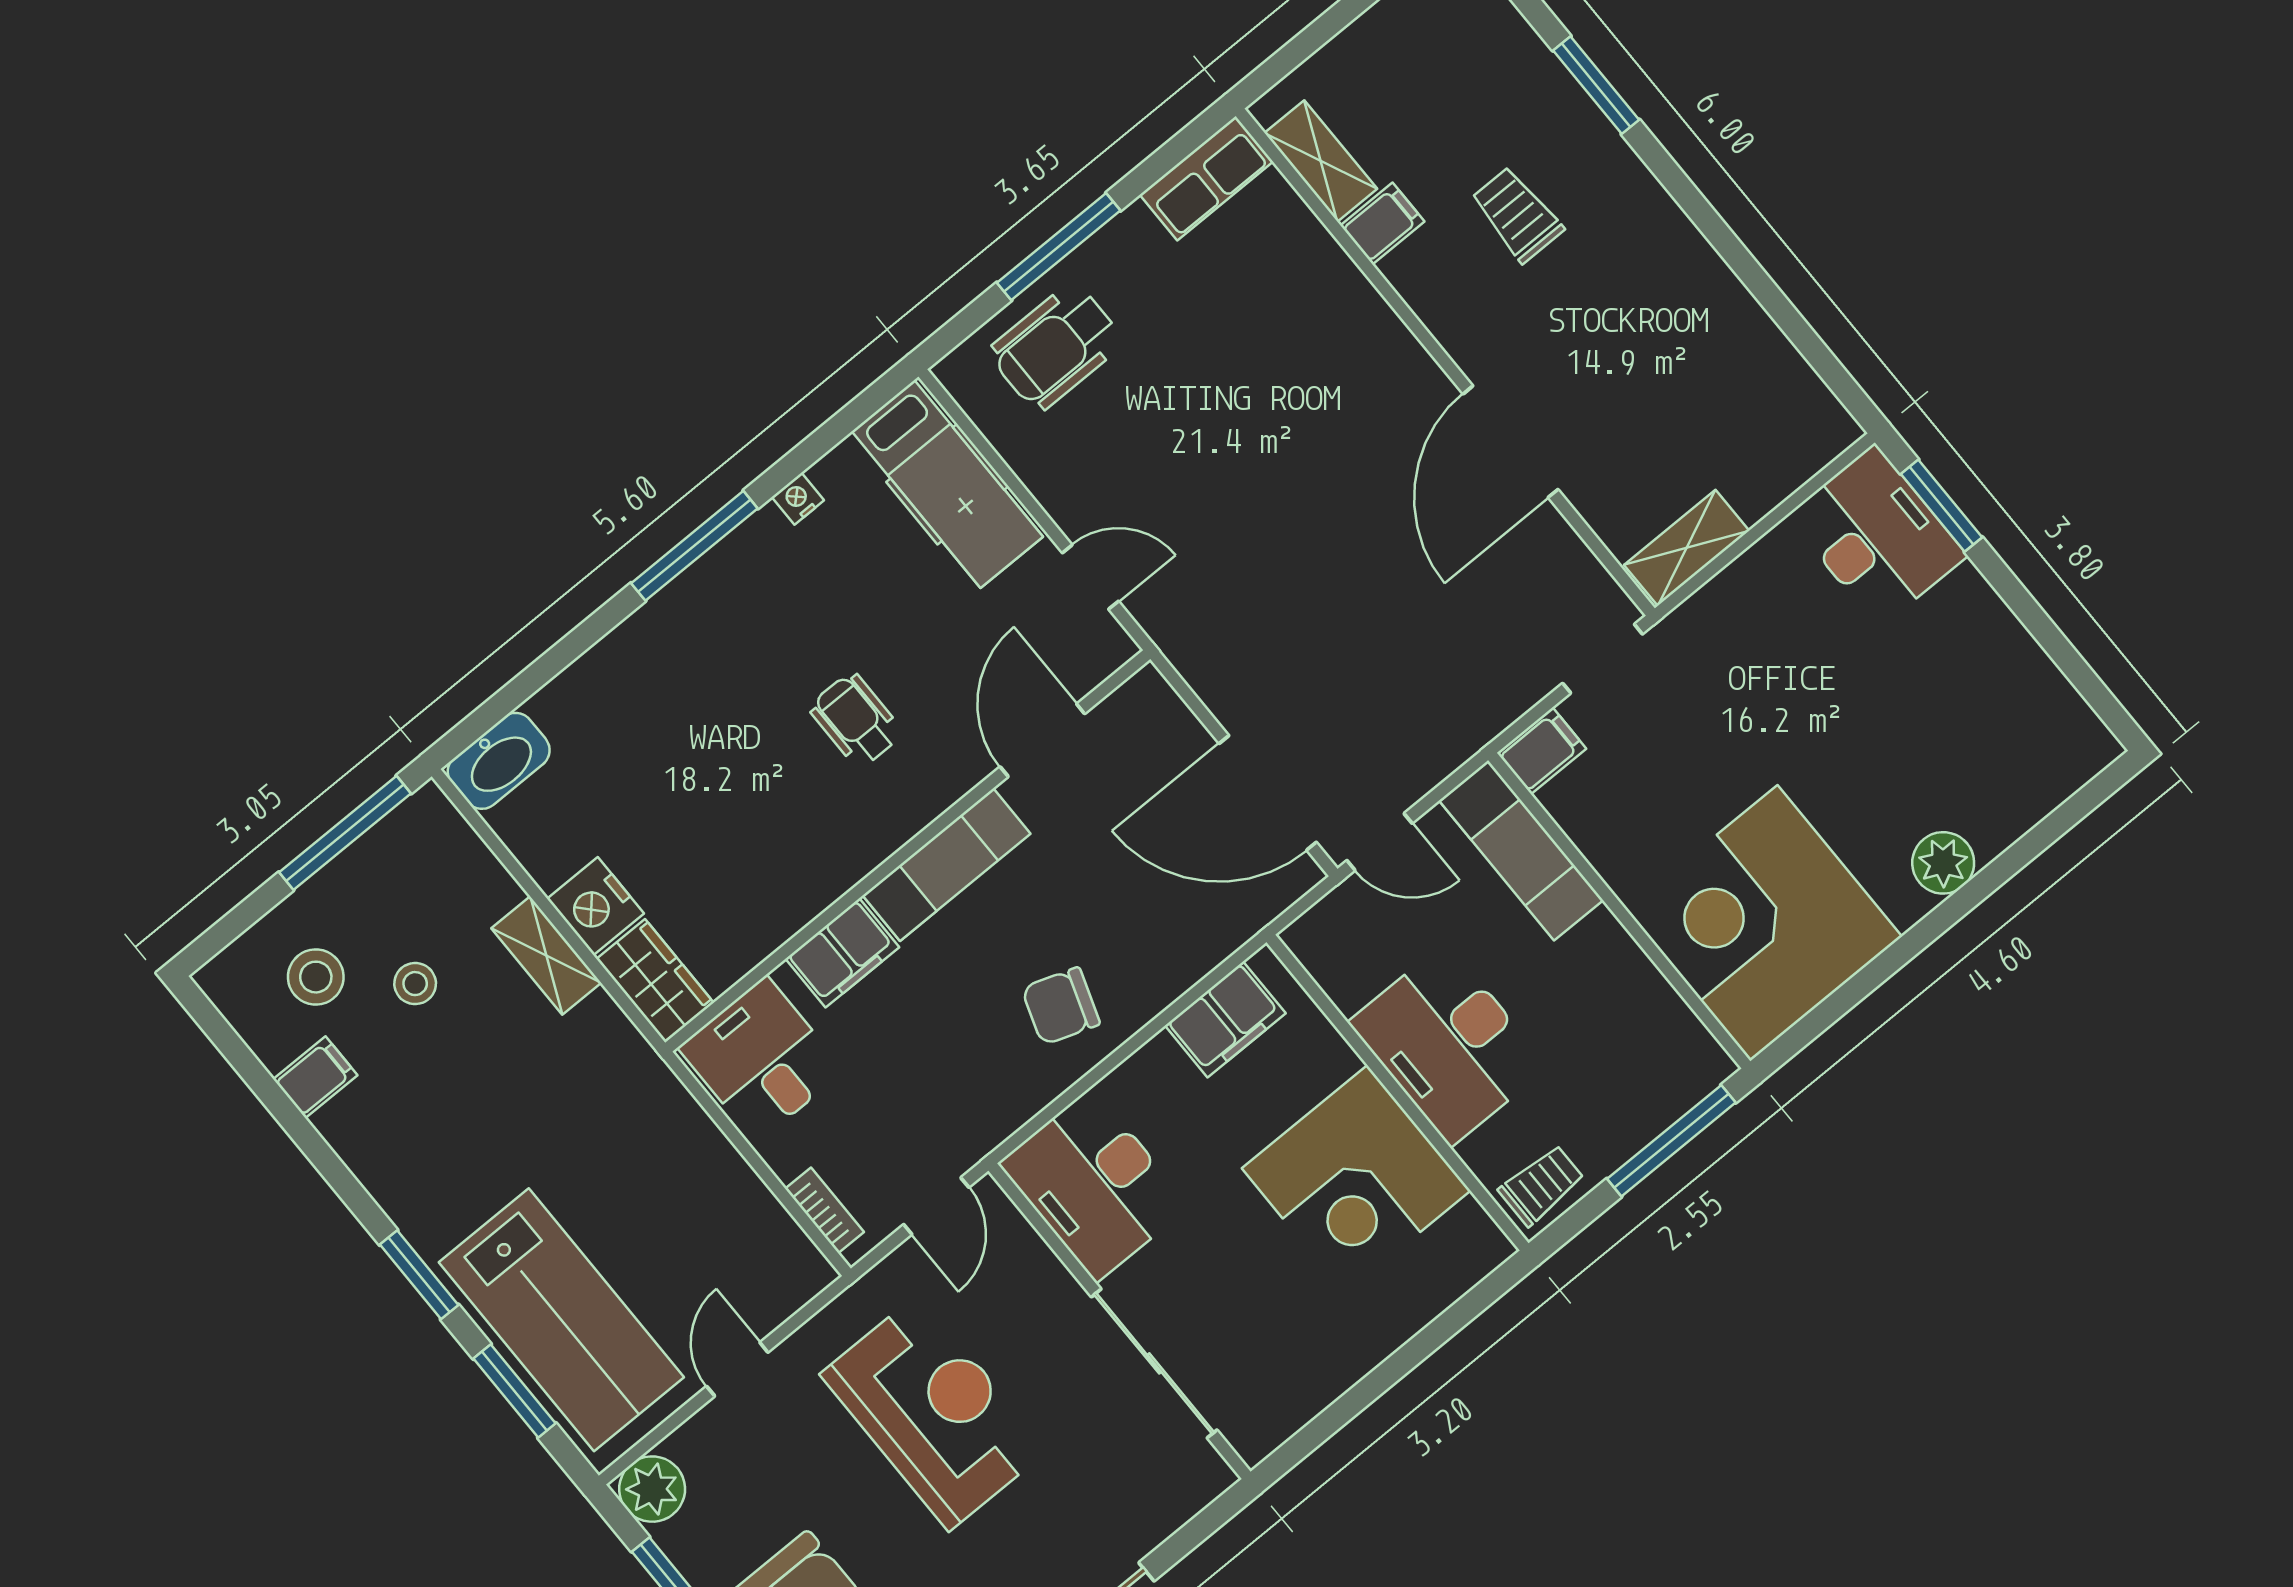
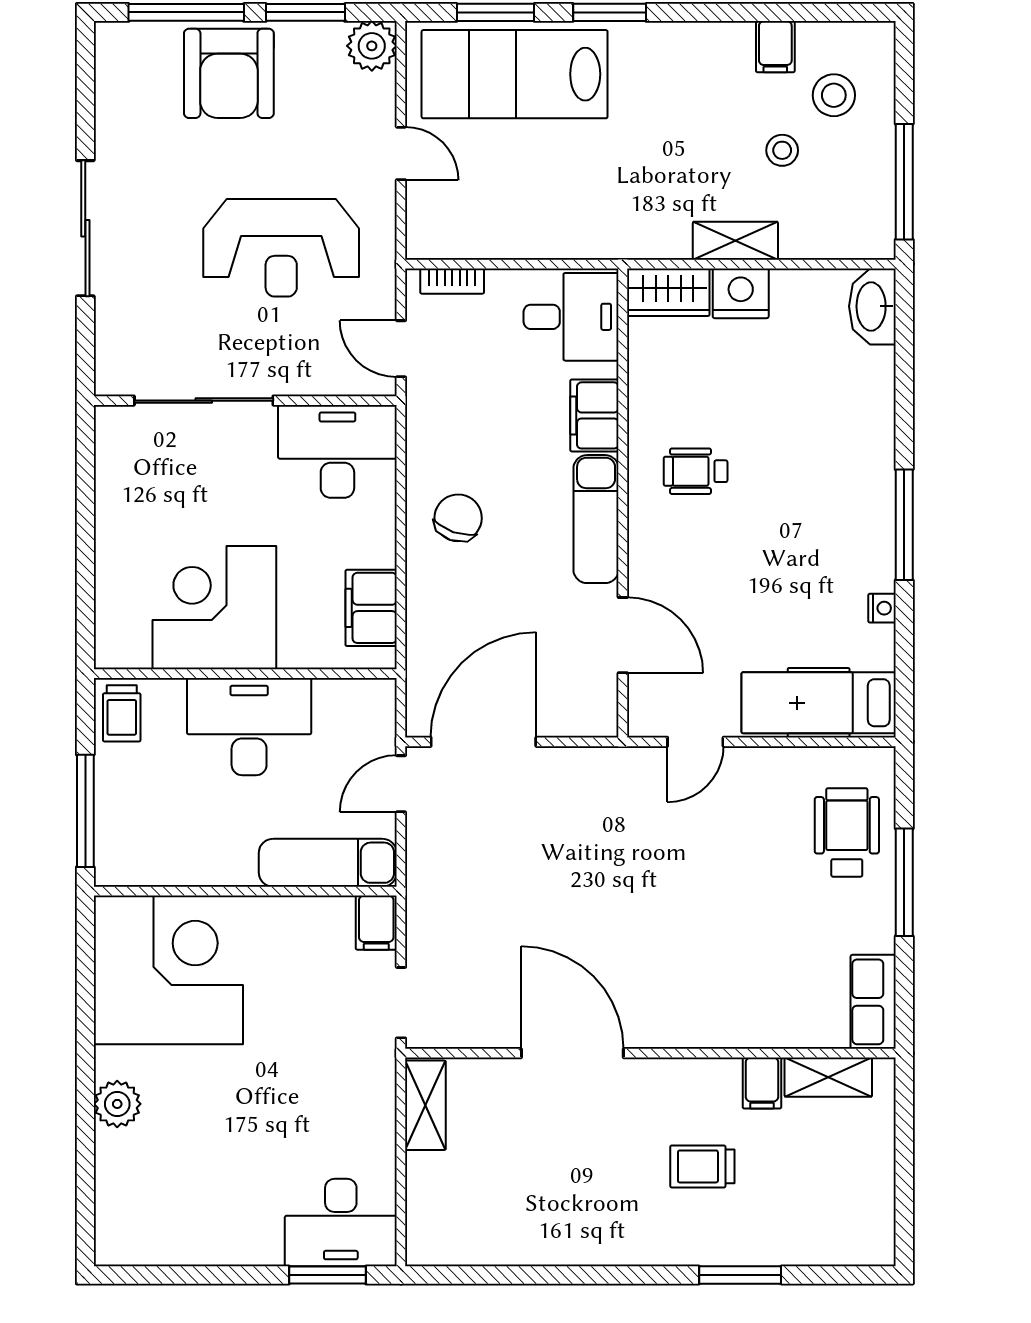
trolley: (1517, 214) -> (702, 1166), turned 180
wheelchair: (856, 720) -> (696, 471), moved, turned 180

